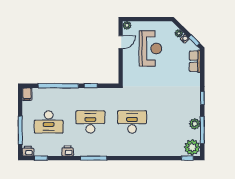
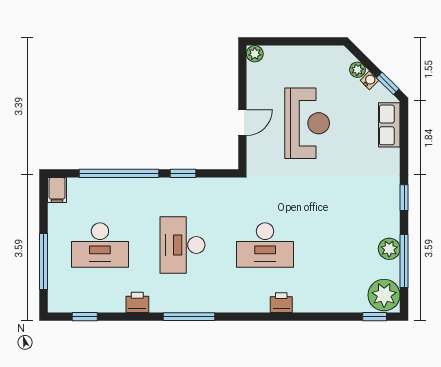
door: (121, 42) -> (242, 122), moved
reception desk: (150, 48) -> (307, 123), moved
desk: (90, 122) -> (182, 245), turned -90
desk: (132, 122) -> (265, 245), turned 180
printer: (28, 151) -> (281, 303), moved

